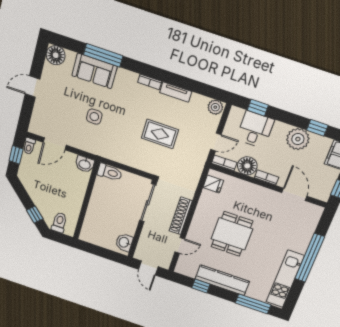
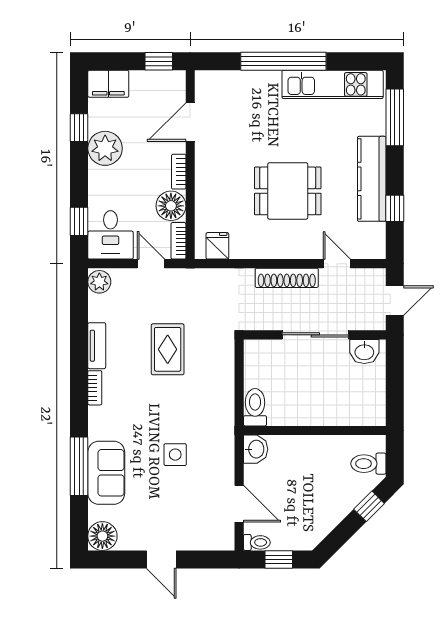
desk: (255, 129) -> (110, 235), moved, turned -90
sliding door: (148, 203) -> (315, 335), moved

